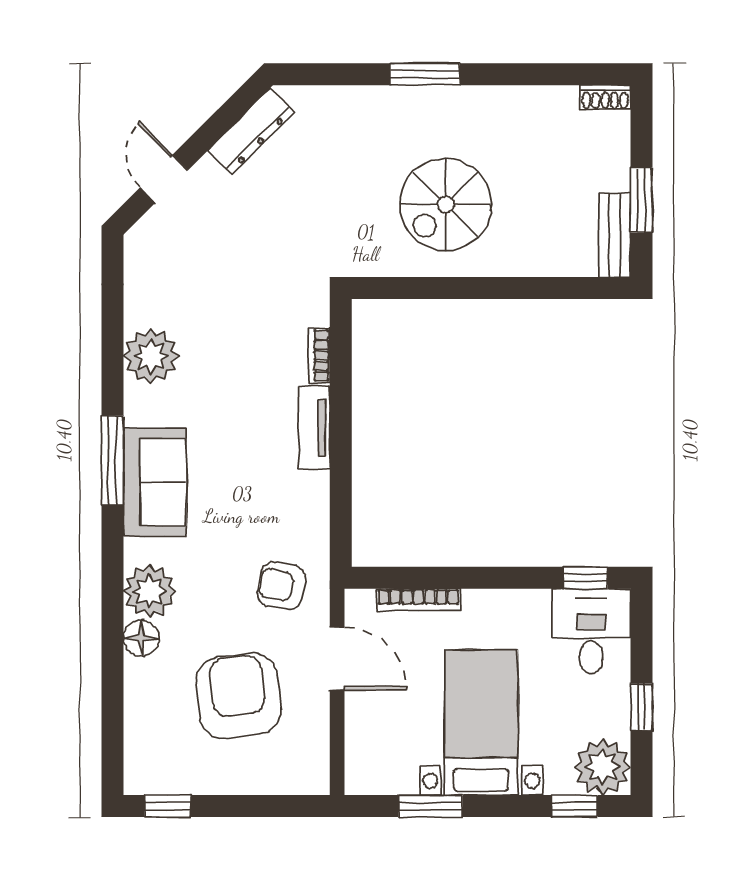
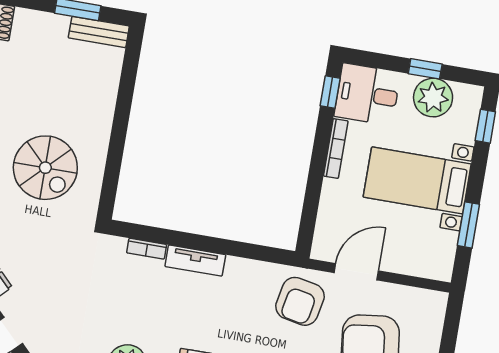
spiral stairs: (446, 205) -> (45, 168), moved
armchair: (281, 586) -> (300, 301), width x1.38, depth x1.38
bookcase: (418, 599) -> (336, 148), moved
plant: (603, 767) -> (433, 98), moved

